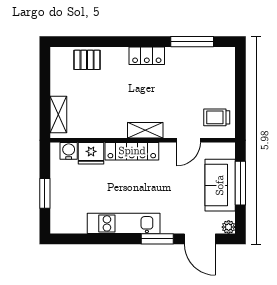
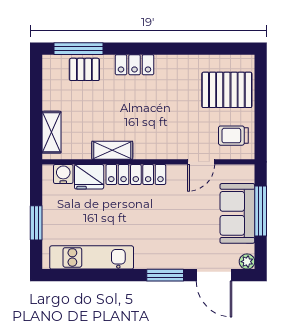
window: (192, 42) -> (79, 49), moved
locker: (147, 56) -> (134, 65), moved
pallet: (211, 78) -> (227, 90), added
shelving: (145, 130) -> (112, 150), moved
kitchen unit: (124, 223) -> (92, 257), moved

